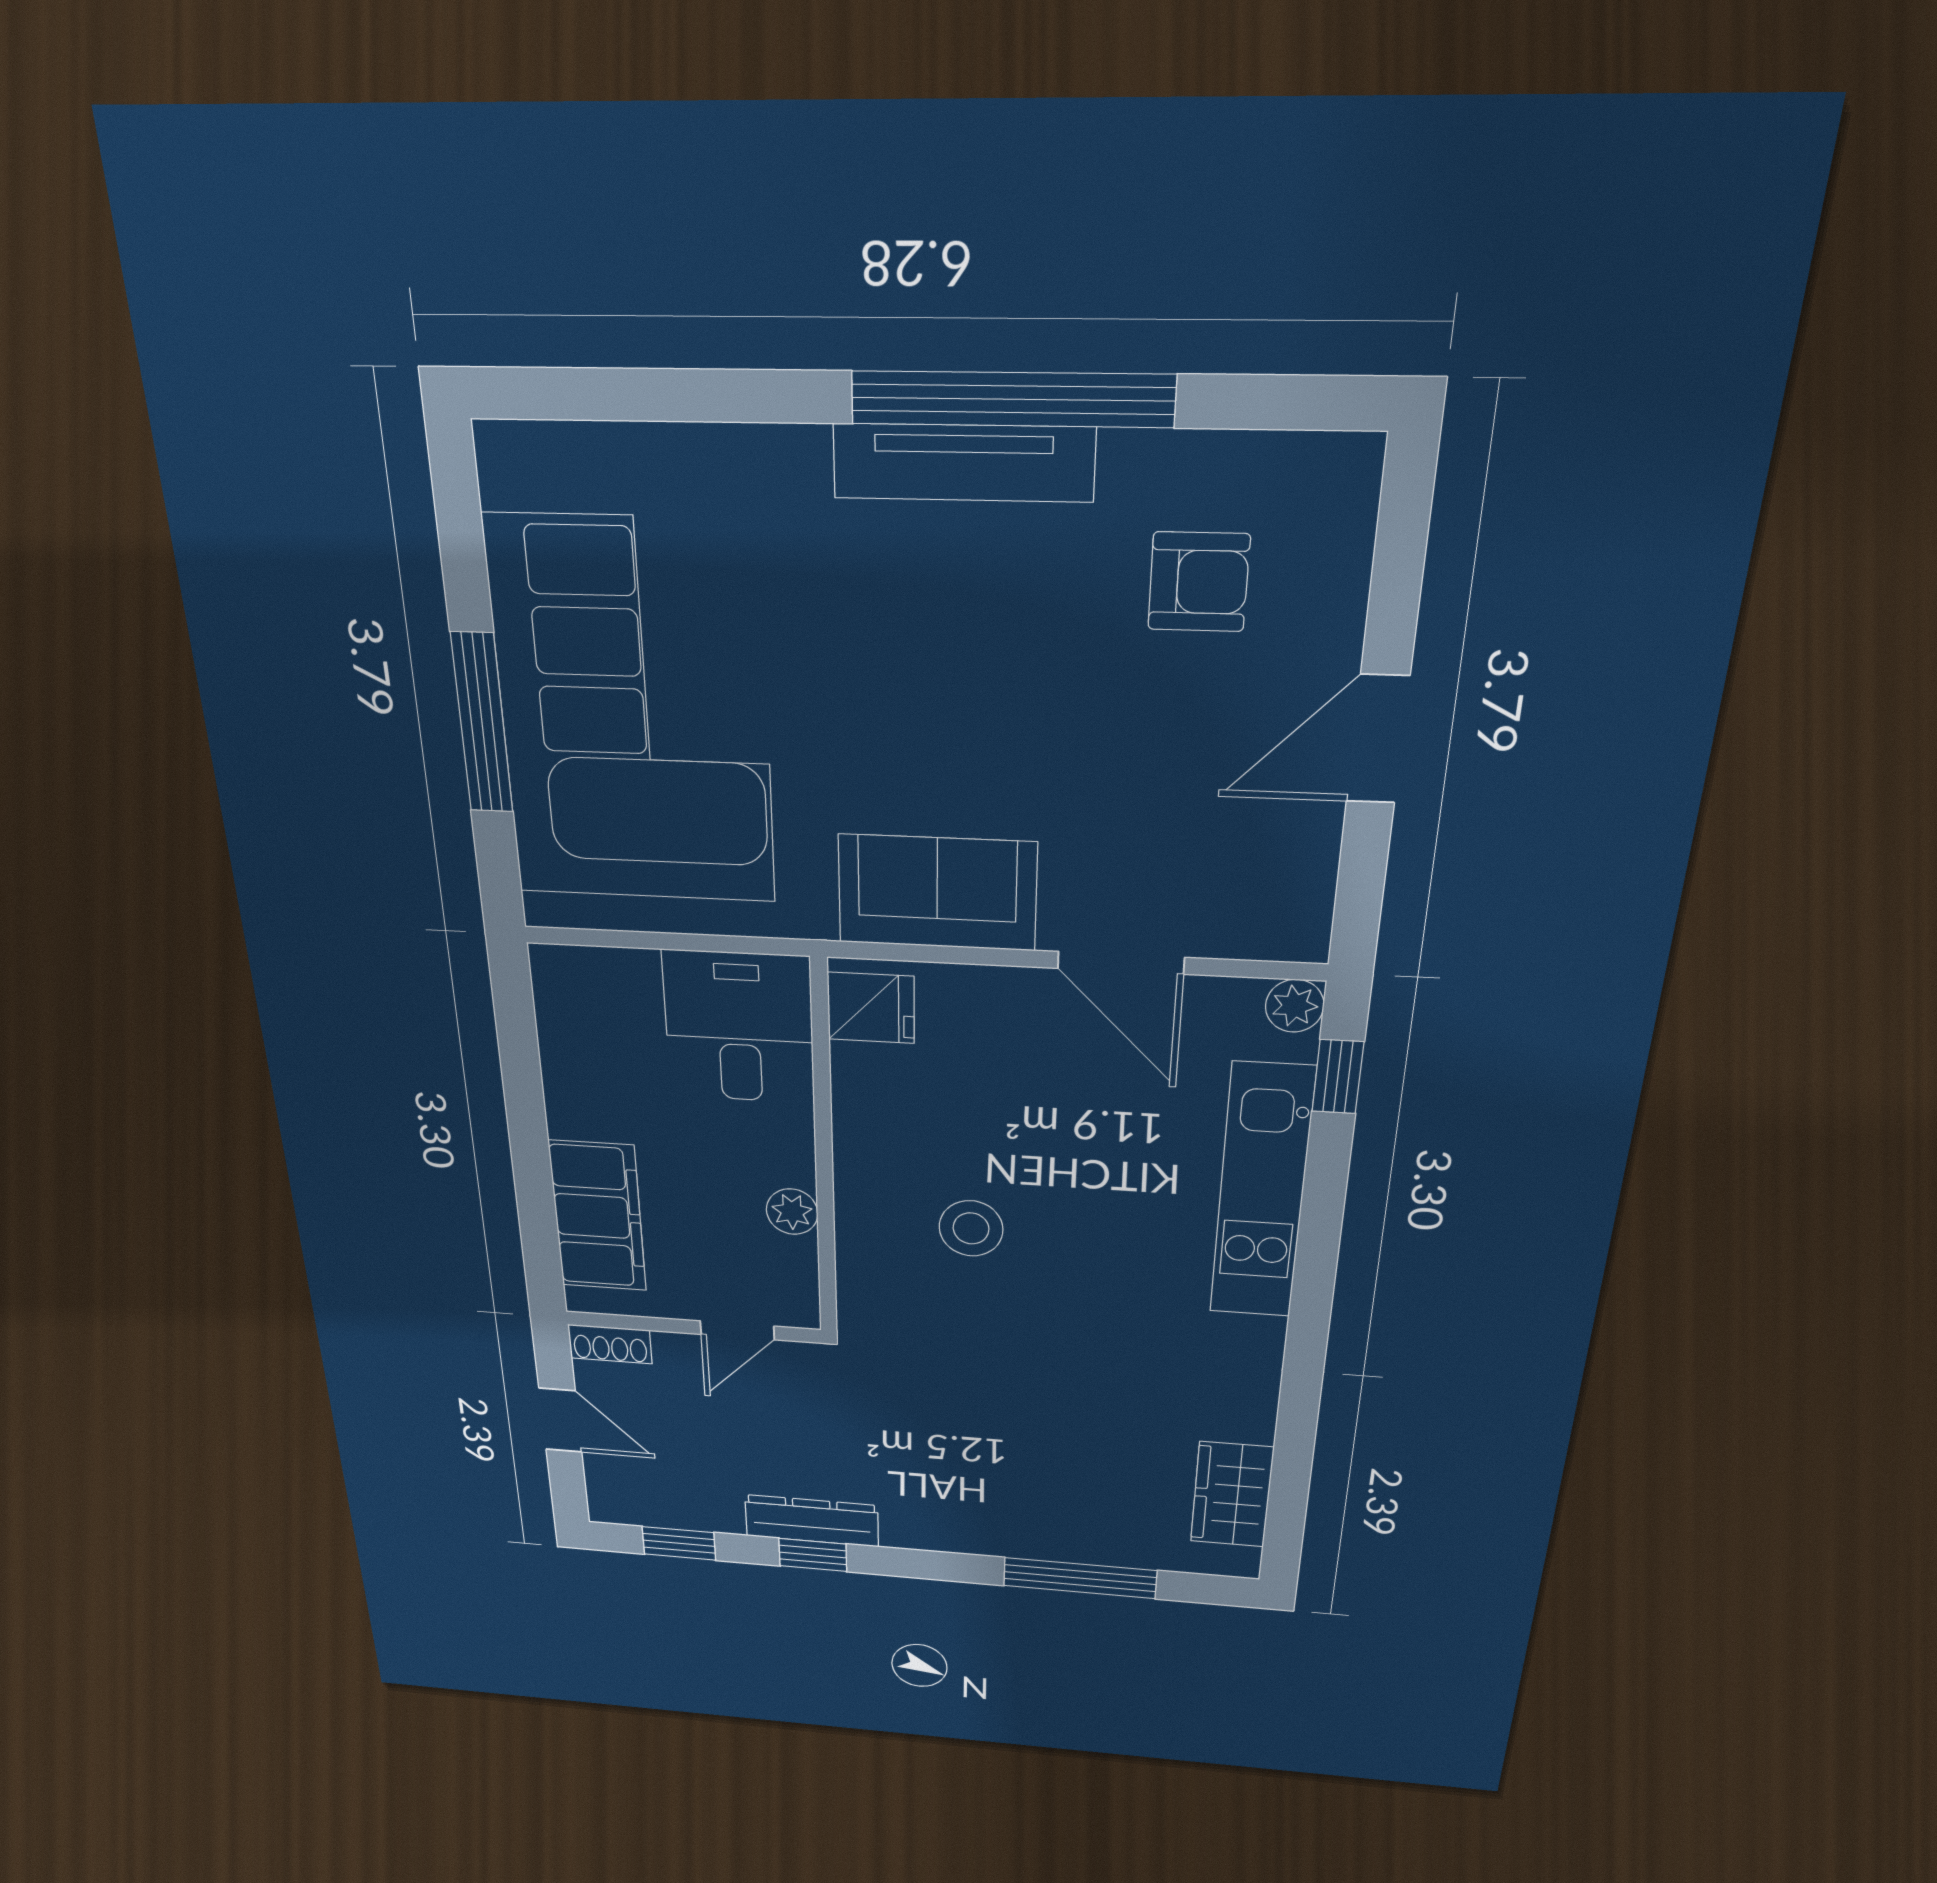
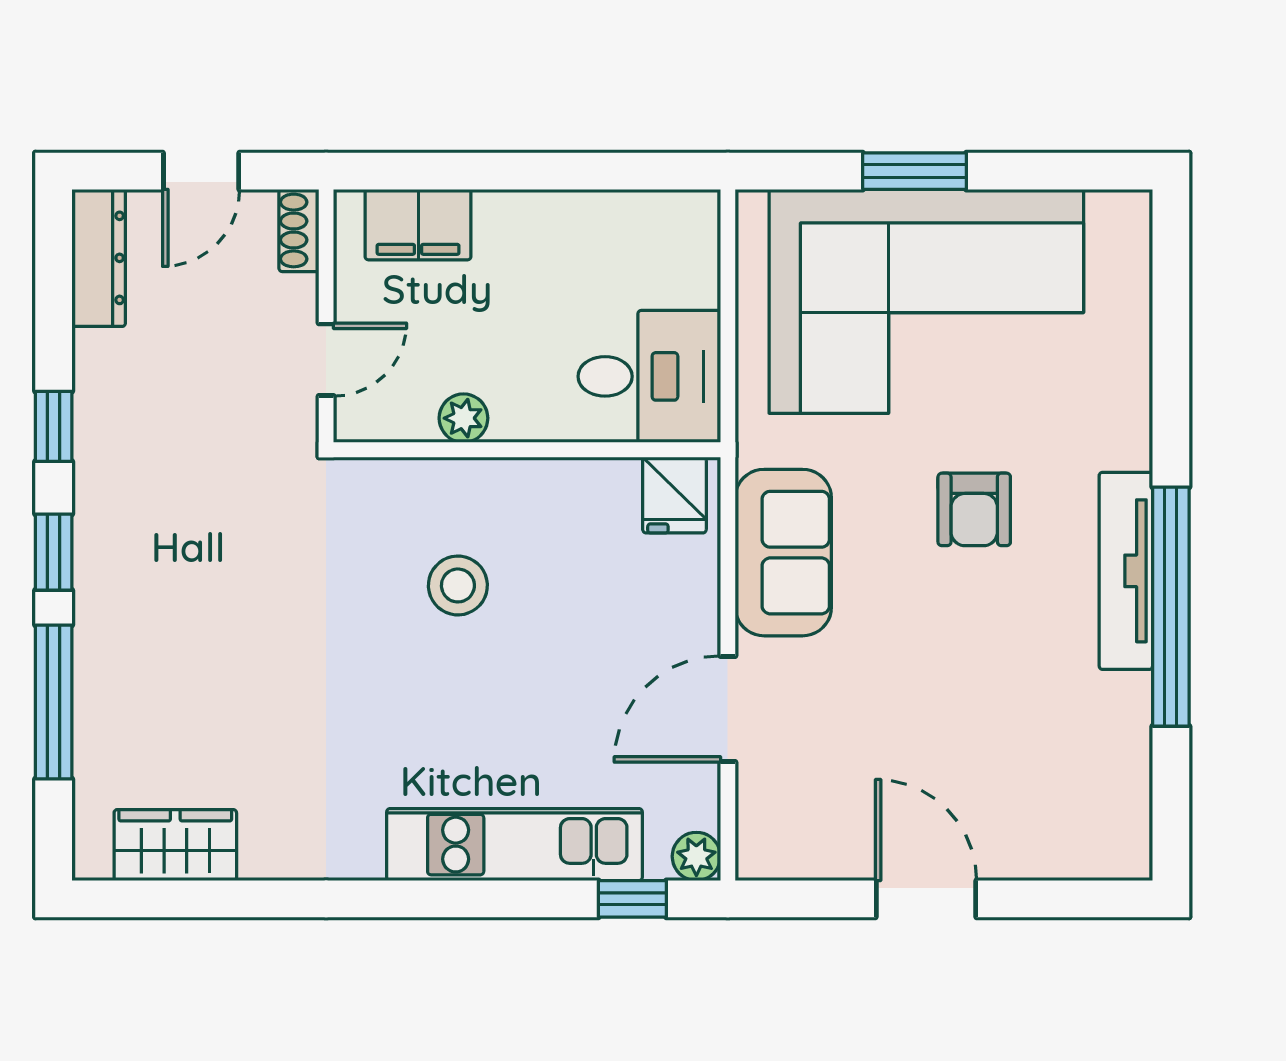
armchair: (1199, 582) -> (974, 509), moved
window: (482, 723) -> (915, 171), width x0.69
filing cabinet: (598, 1216) -> (418, 225), width x0.67, depth x0.86
door: (737, 1330) -> (326, 360), swing flipped
dresser: (812, 1521) -> (99, 258), moved
window: (679, 1543) -> (54, 552), moved

